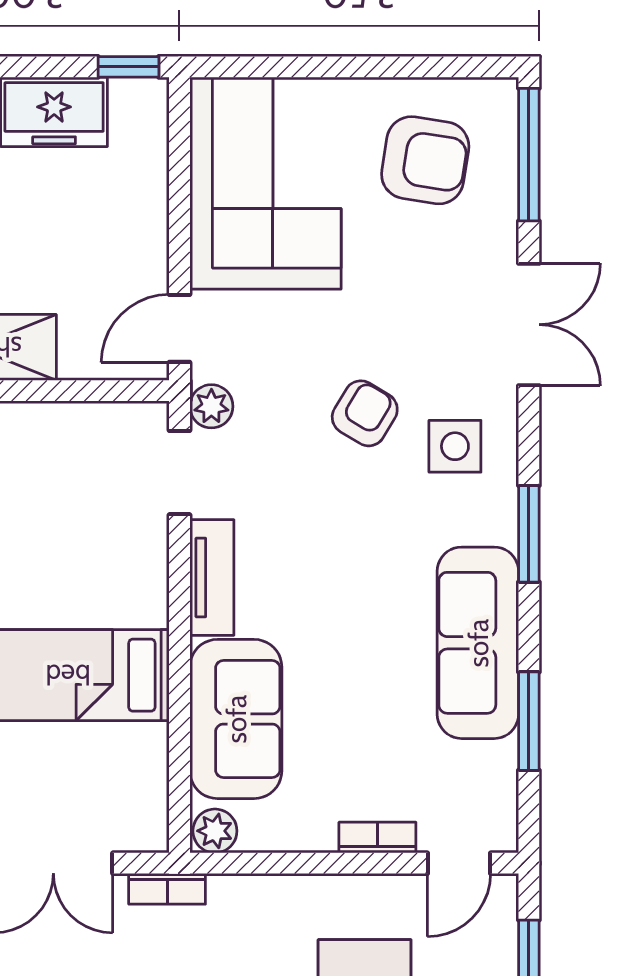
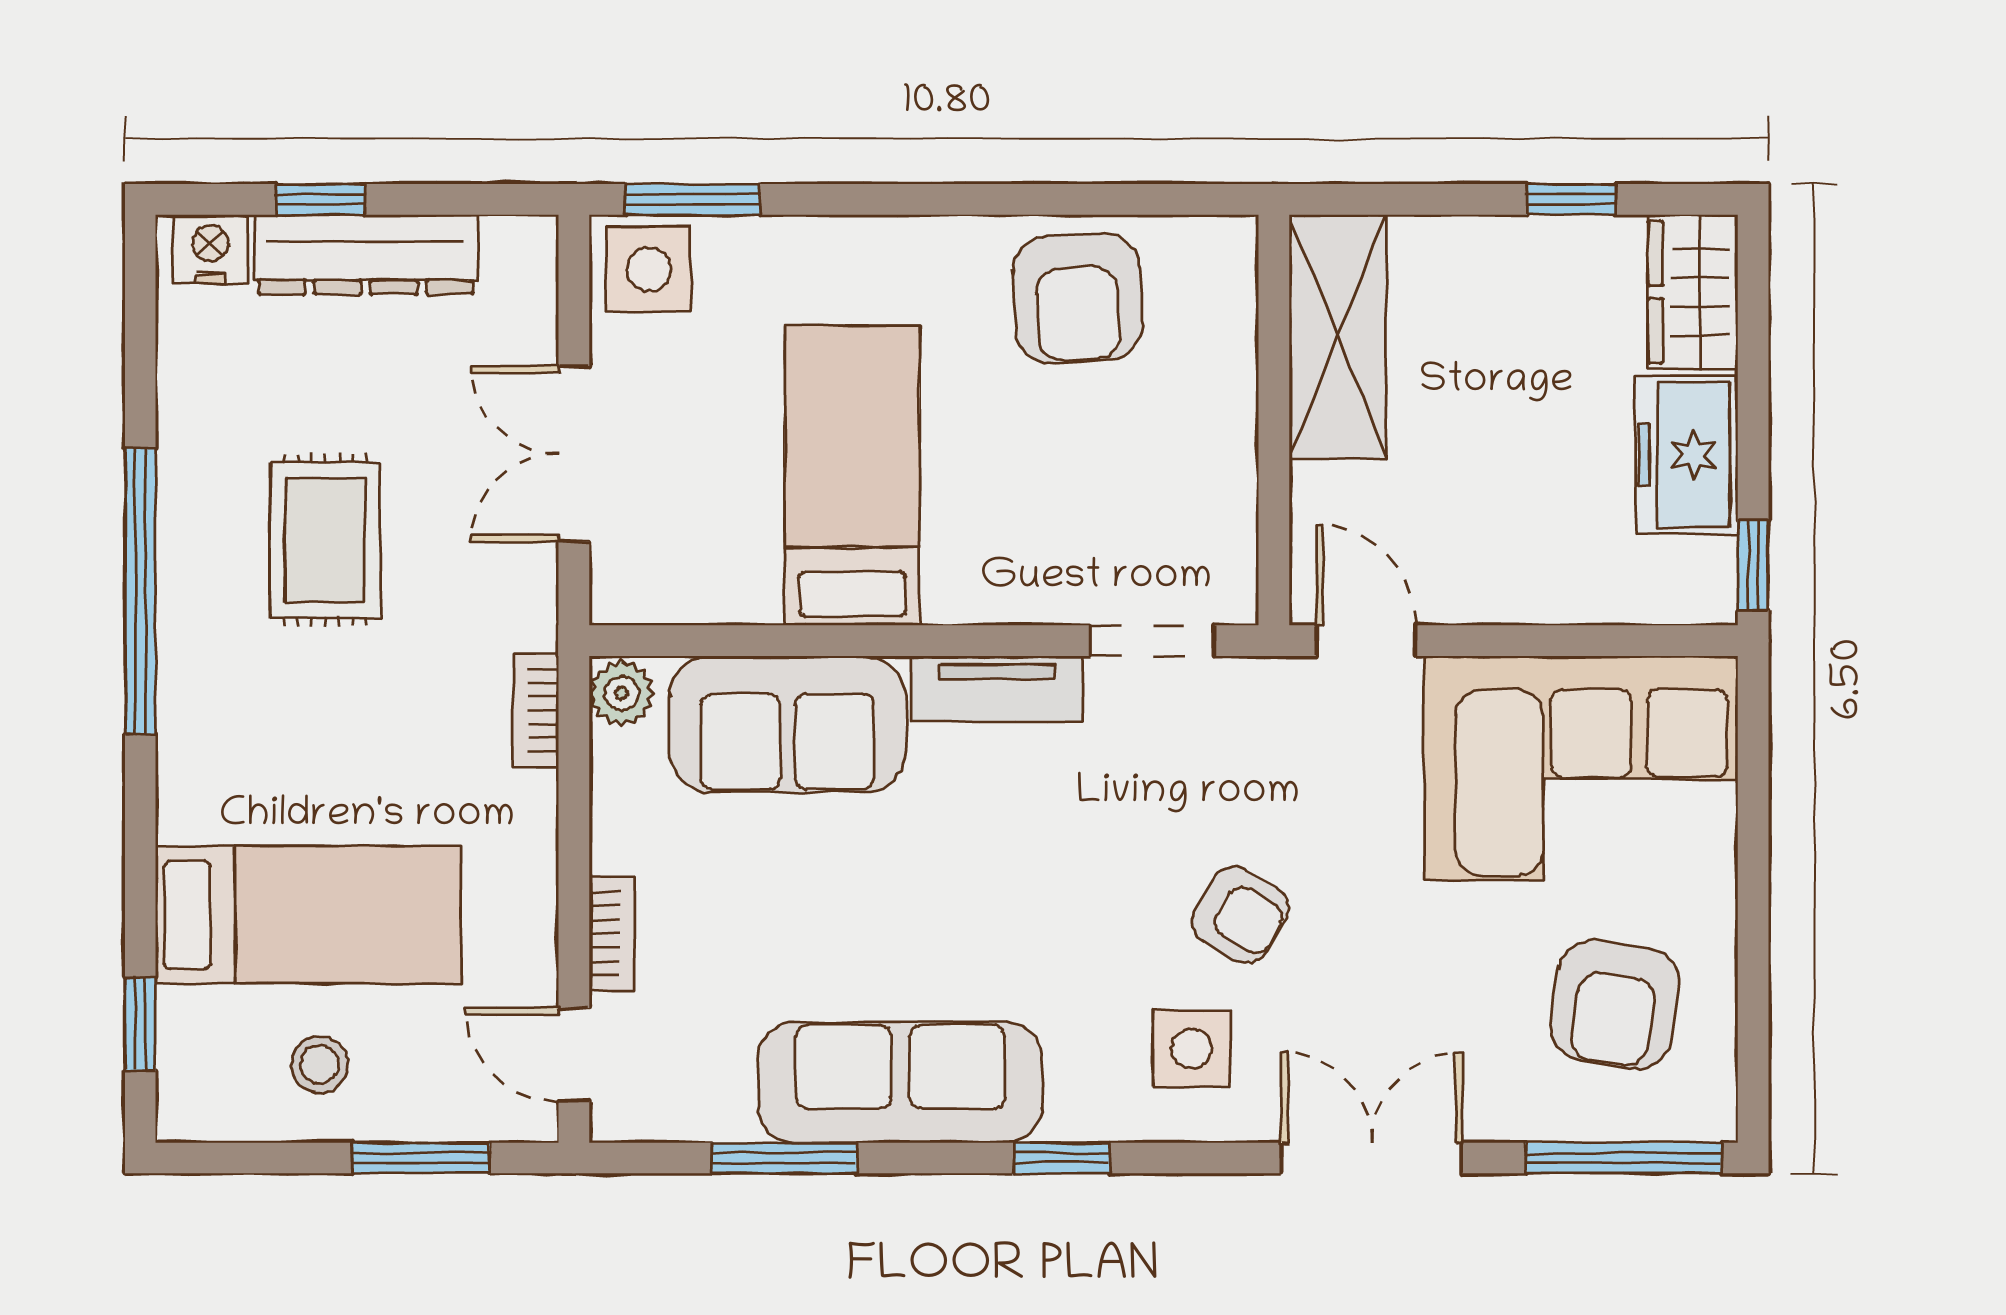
double door: (529, 325) -> (1372, 1158), swing flipped
plant: (211, 406) -> (1251, 688), removed
window: (529, 534) -> (1062, 1158), width x0.67
bookcase: (167, 889) -> (536, 710), moved

